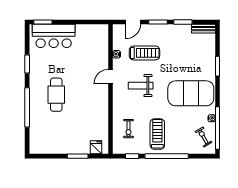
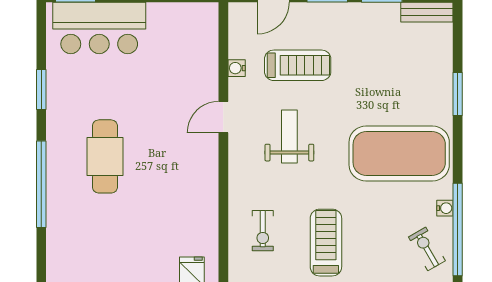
weight bench: (141, 86) -> (289, 137), turned 90

